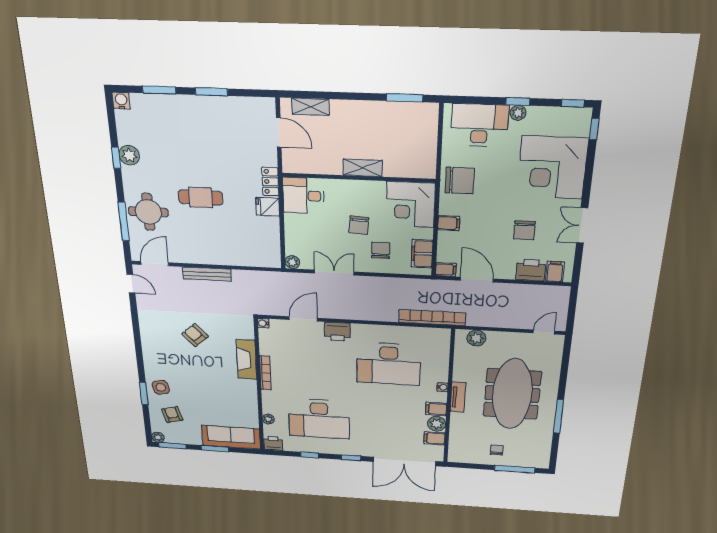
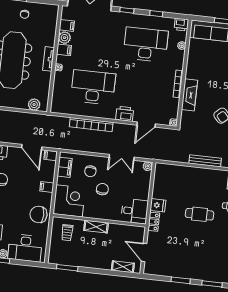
trolley: (410, 155) -> (67, 233), added
bookcase: (432, 318) -> (91, 125), moved

